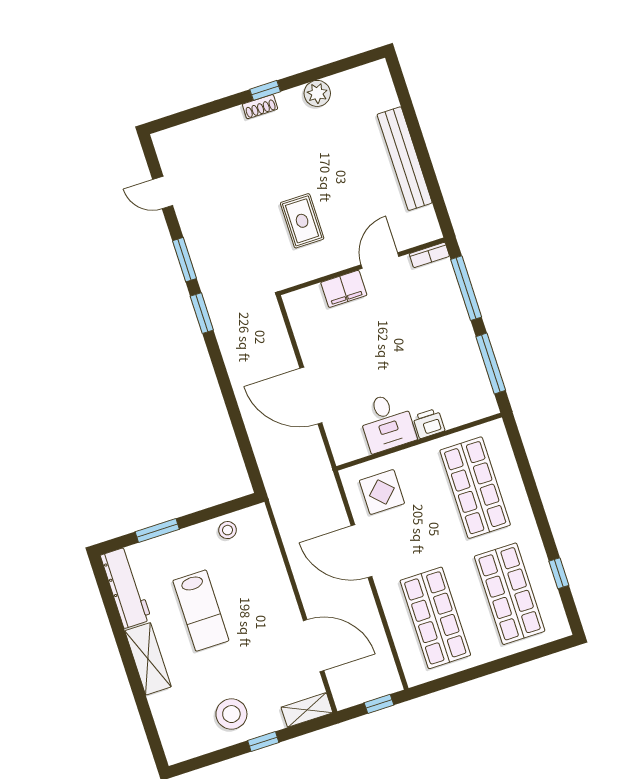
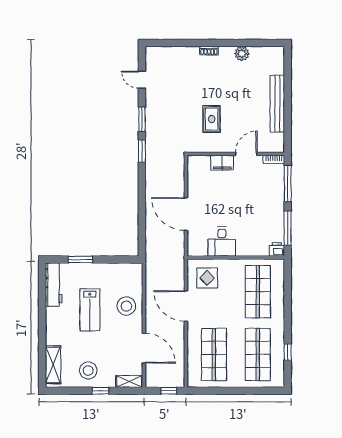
window: (265, 90) -> (214, 43), removed
printer: (429, 423) -> (277, 249), moved
stool: (228, 530) -> (126, 306), moved, width x1.89, depth x1.89
shelving: (148, 659) -> (53, 365), moved

